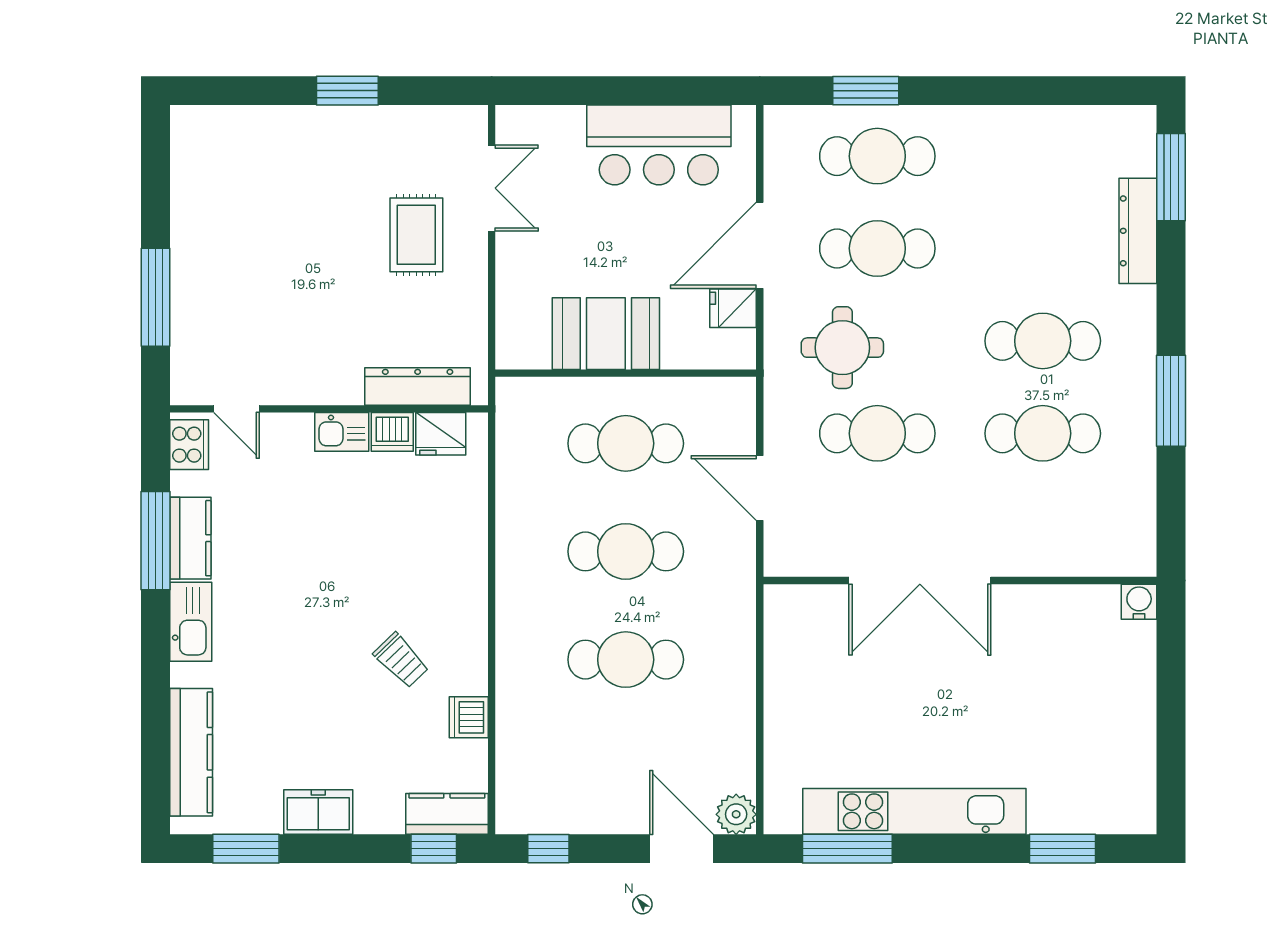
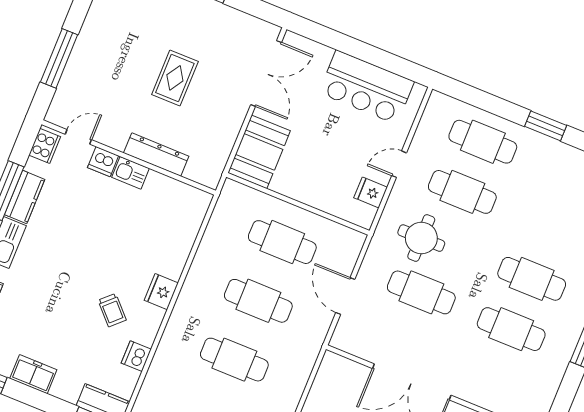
window: (866, 91) -> (546, 126), moved
double door: (492, 188) -> (266, 74), width x1.37
rug: (416, 235) -> (175, 78), moved
door: (760, 245) -> (399, 164), width x0.53
booth: (606, 334) -> (259, 152), moved, turned 90
dresser: (418, 387) -> (156, 155), moved
door: (236, 409) -> (78, 137), swing flipped
dishwasher: (392, 432) -> (103, 162), moved
fridge: (441, 434) -> (161, 292), moved, turned 90

